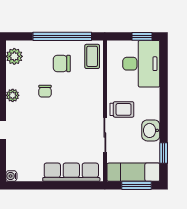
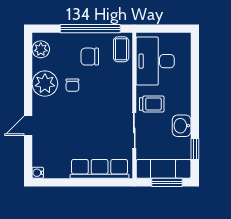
window: (142, 36) -> (172, 29), removed
desk: (141, 64) -> (155, 61), moved, turned 180
plant: (13, 95) -> (45, 84), width x1.87, depth x1.87

